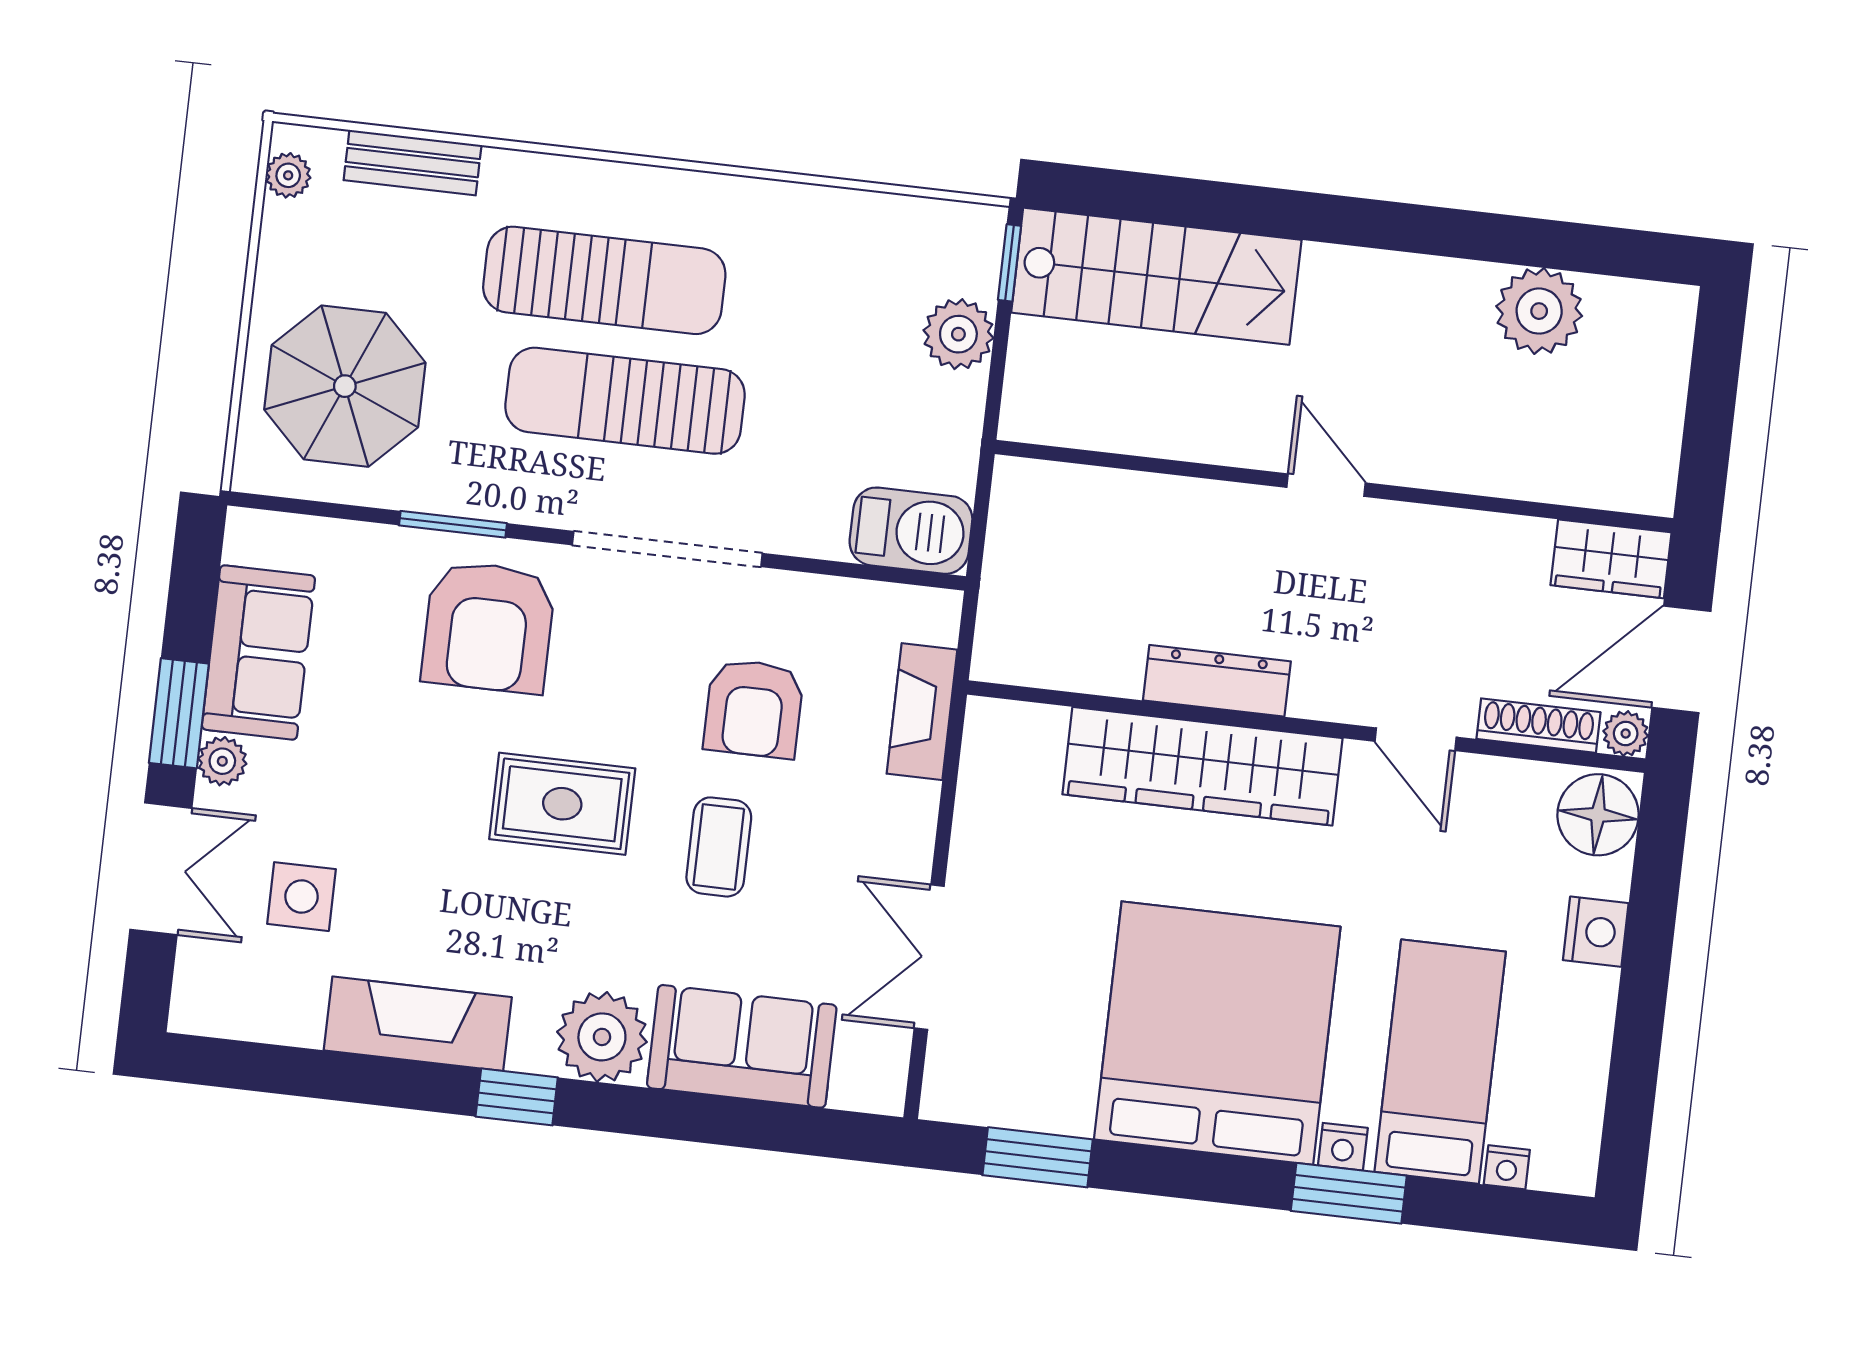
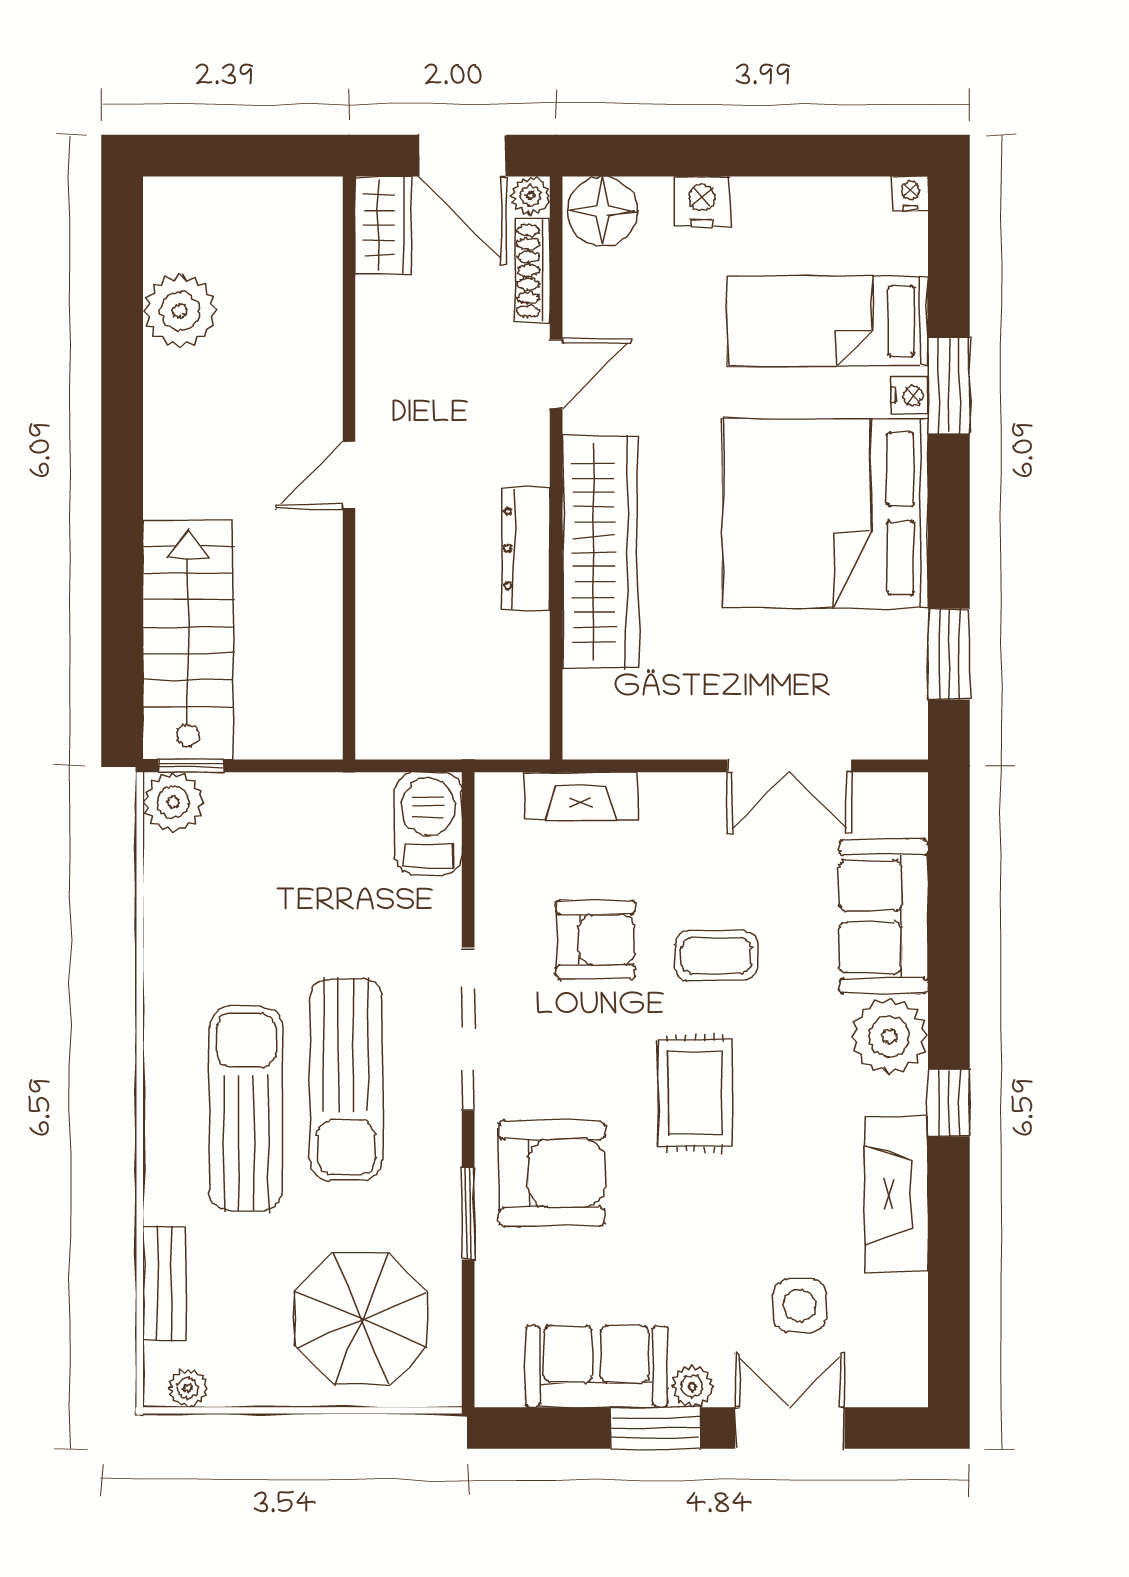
plant: (958, 334) -> (173, 802), moved
nightstand: (1507, 1167) -> (910, 193), moved, turned -90

